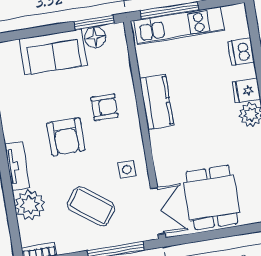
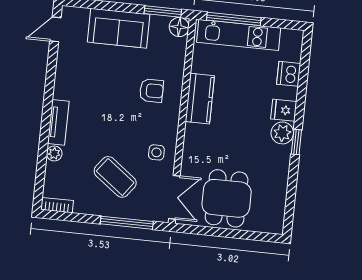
floor lamp: (95, 37) -> (179, 27), moved
armchair: (66, 137) -> (109, 108), removed
plant: (30, 205) -> (54, 153), width x0.53, depth x0.53

